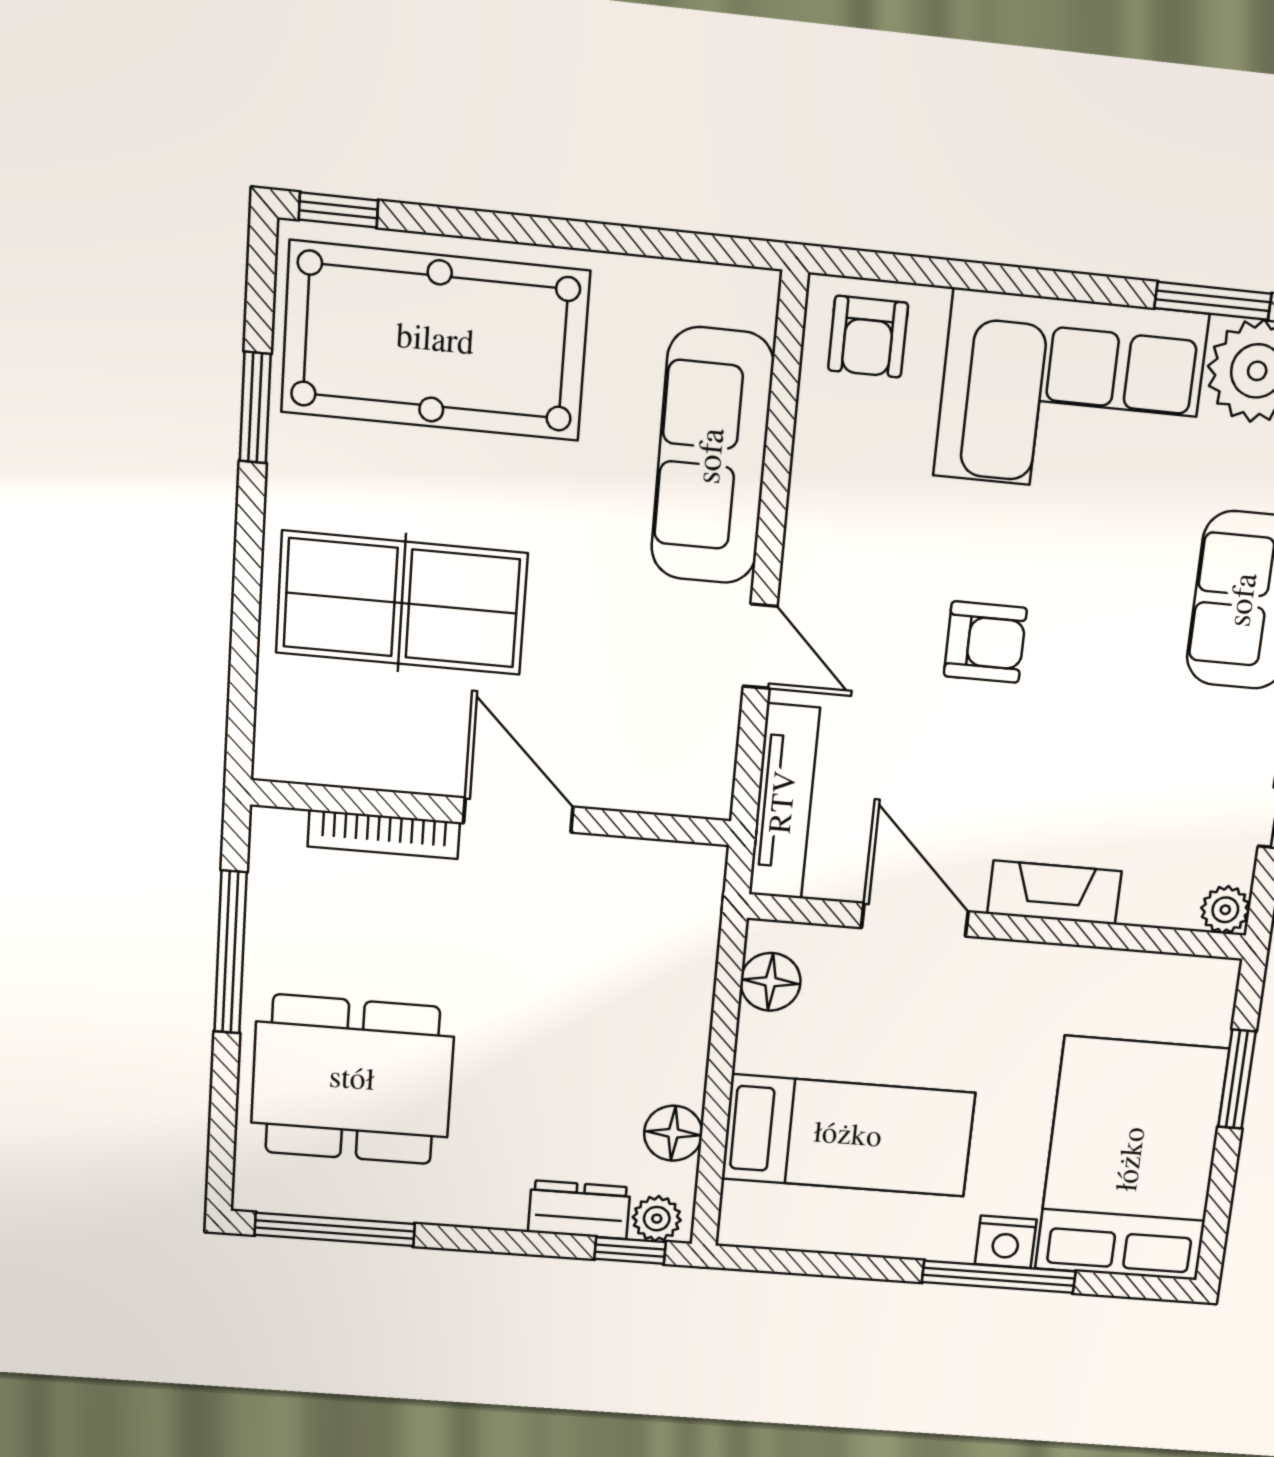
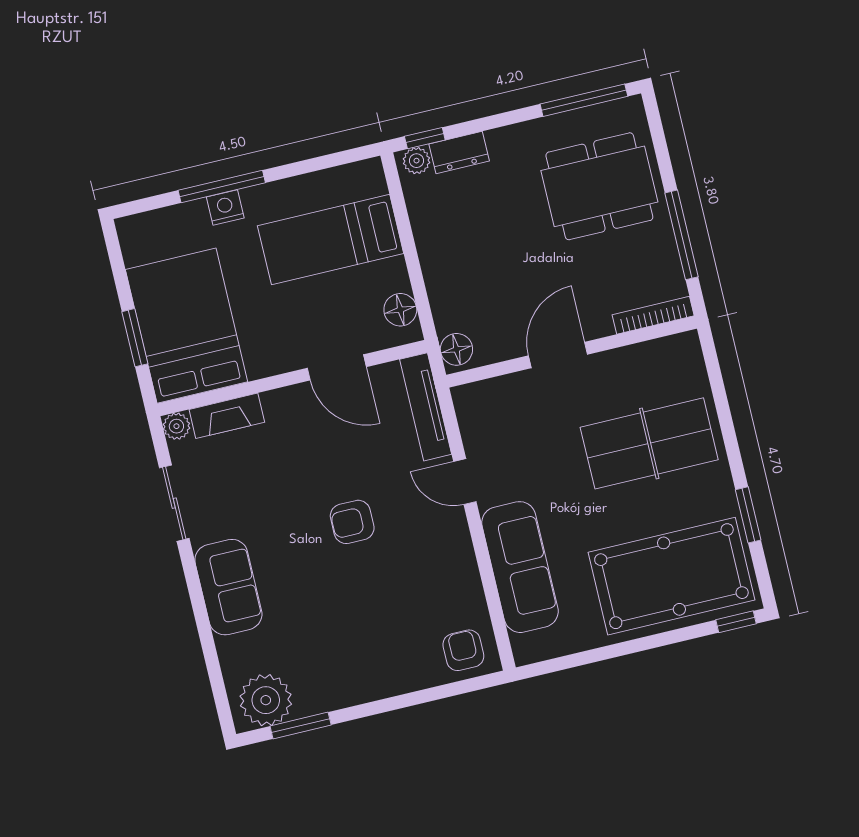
corner sofa: (1071, 395) -> (354, 657), removed
door: (518, 815) -> (558, 355), swing flipped
bookcase: (384, 834) -> (653, 315), moved
fireplace: (1054, 893) -> (227, 416), moved
floor lamp: (673, 1133) -> (456, 349), moved
bed: (1132, 1159) -> (186, 326), moved, turned 180

